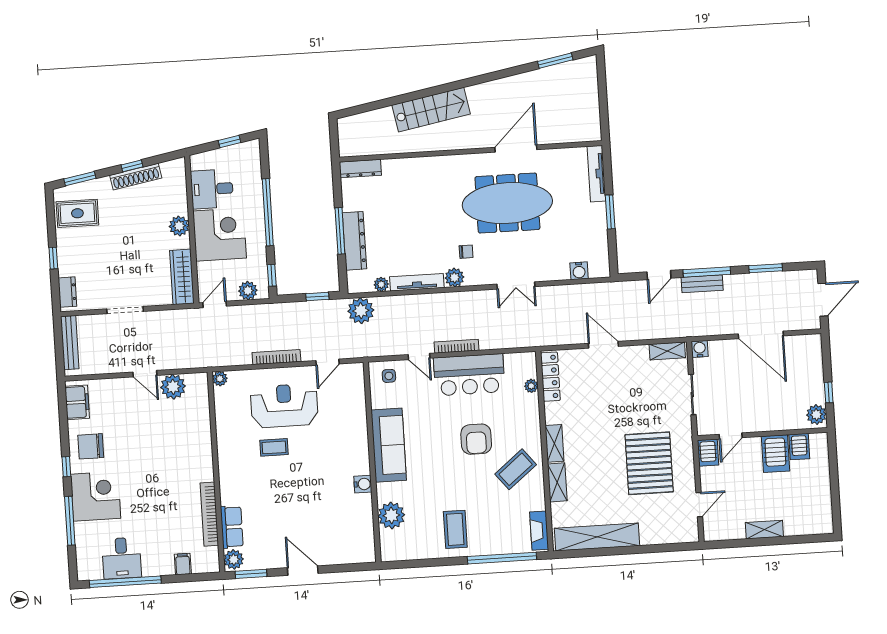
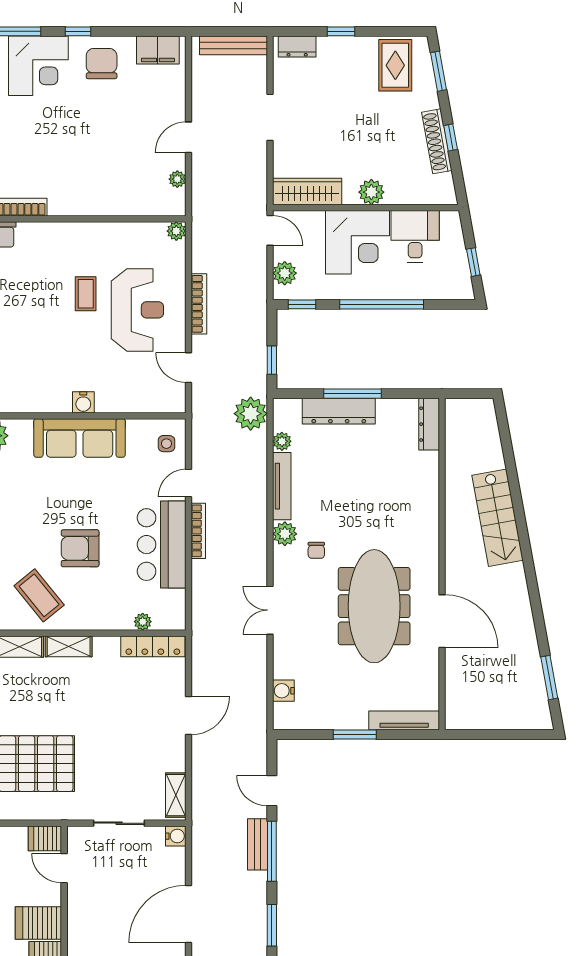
plant: (173, 387) -> (177, 179), width x0.53, depth x0.53
water cooler: (363, 484) -> (83, 402), moved

